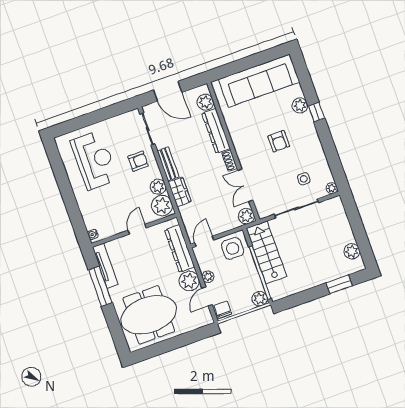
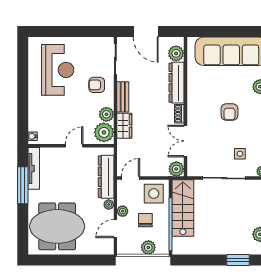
armchair: (138, 161) -> (97, 85), turned 180
plant: (189, 281) -> (109, 205), width x0.53, depth x0.53
plant: (260, 299) -> (148, 247), moved
chair: (223, 310) -> (145, 220), moved

